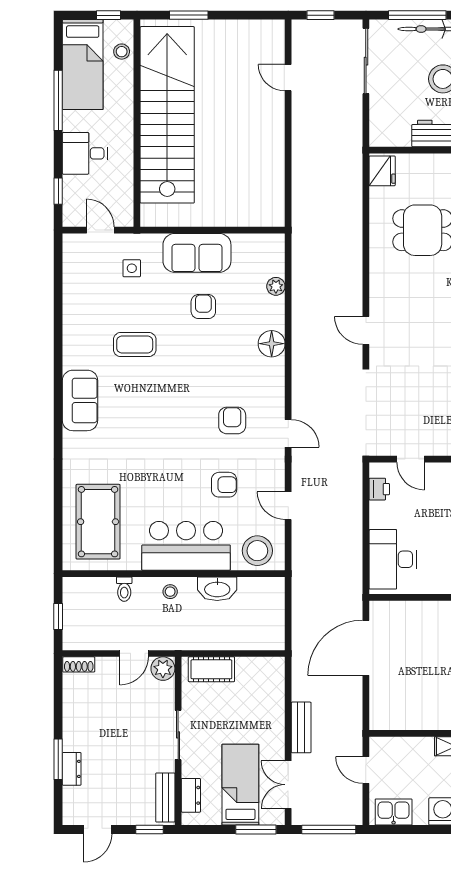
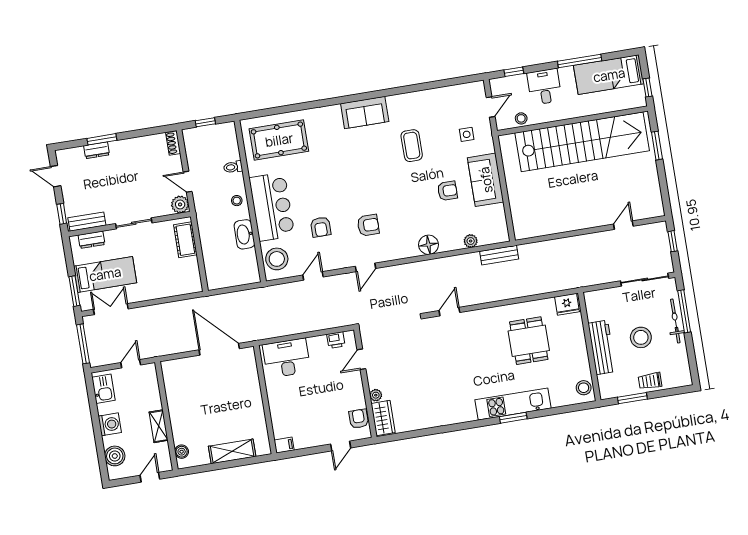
stool: (122, 52) -> (521, 118), moved
bench: (301, 727) -> (499, 255), moved

